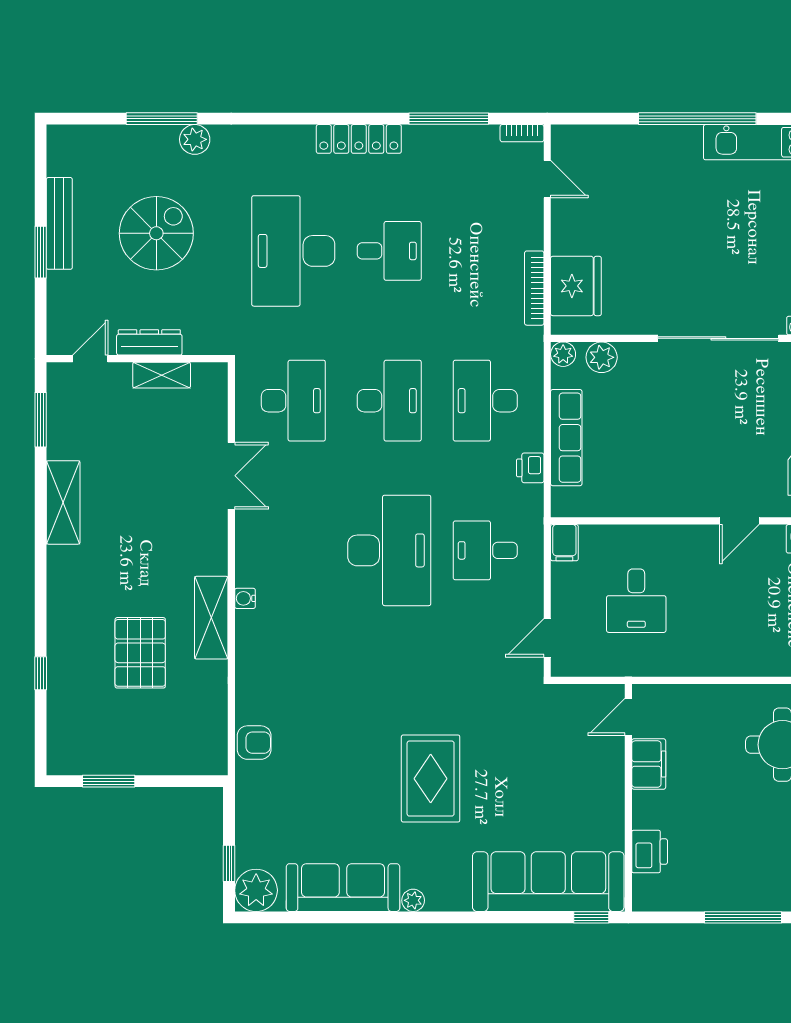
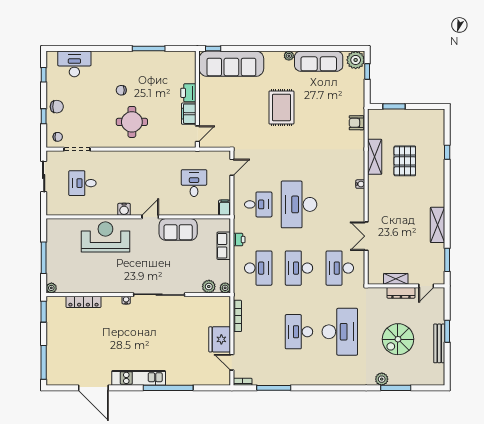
locker: (359, 139) -> (312, 379), removed
desk: (389, 251) -> (299, 332), width x1.37
fridge: (576, 286) -> (220, 339), moved
row of seats: (566, 438) -> (224, 246), width x0.68
sofa: (674, 492) -> (178, 229), added
shelving: (211, 618) -> (375, 157), moved
window: (109, 781) -> (394, 106), moved
printer: (650, 852) -> (188, 93), moved

